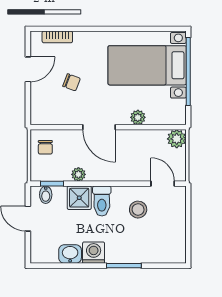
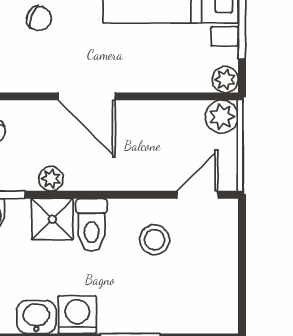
plant: (138, 117) -> (225, 80), moved
door: (163, 184) -> (197, 195), hinge flipped

